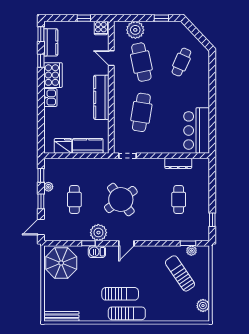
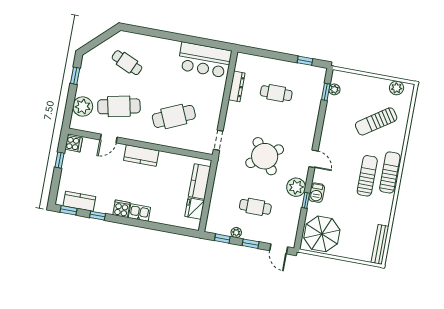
cooker: (53, 75) -> (121, 209), width x0.53, depth x0.76
kitchen counter: (101, 97) -> (141, 155), width x0.67
cafe table: (141, 112) -> (174, 116), turned -33
sun lounger: (180, 273) -> (376, 121), moved

